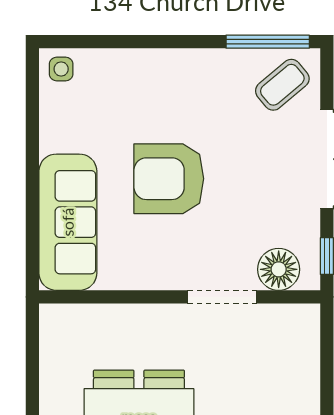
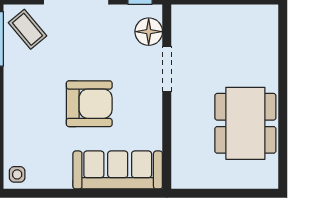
armchair: (169, 179) -> (89, 104), turned -90

